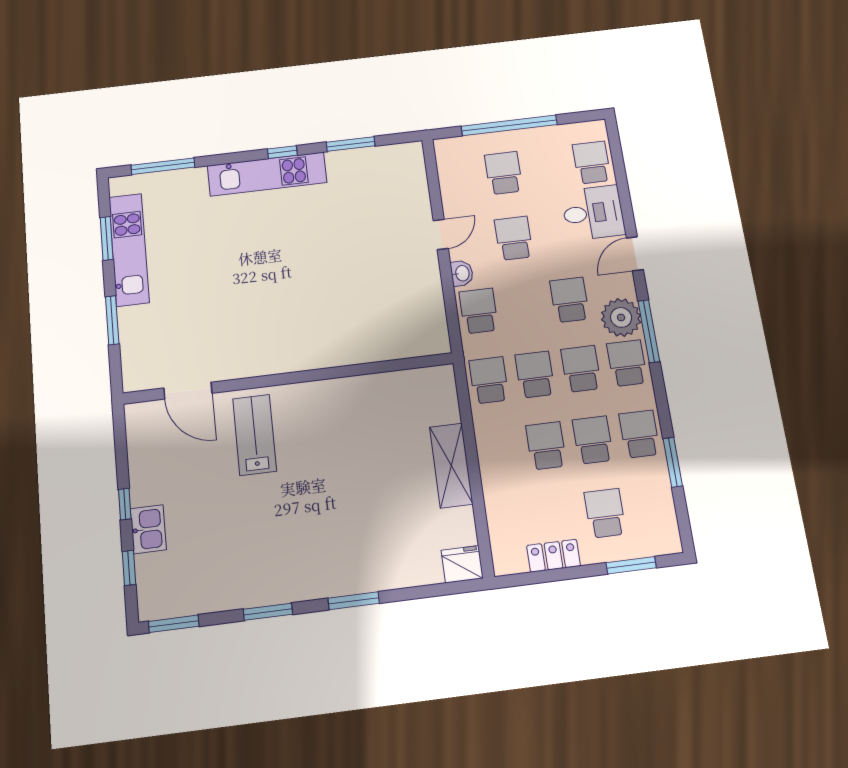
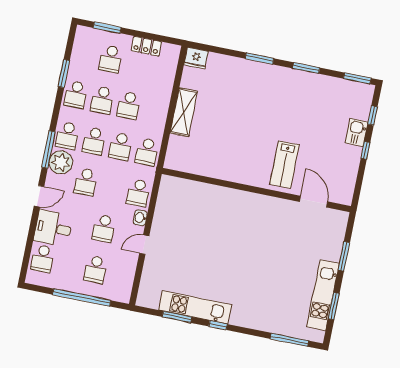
kitchen unit: (267, 174) -> (195, 307), moved

